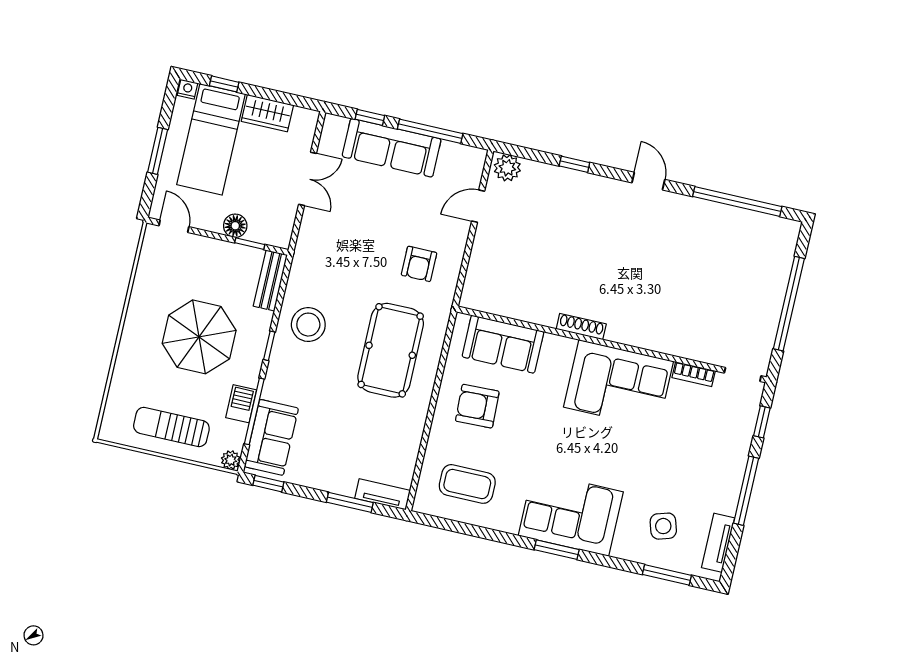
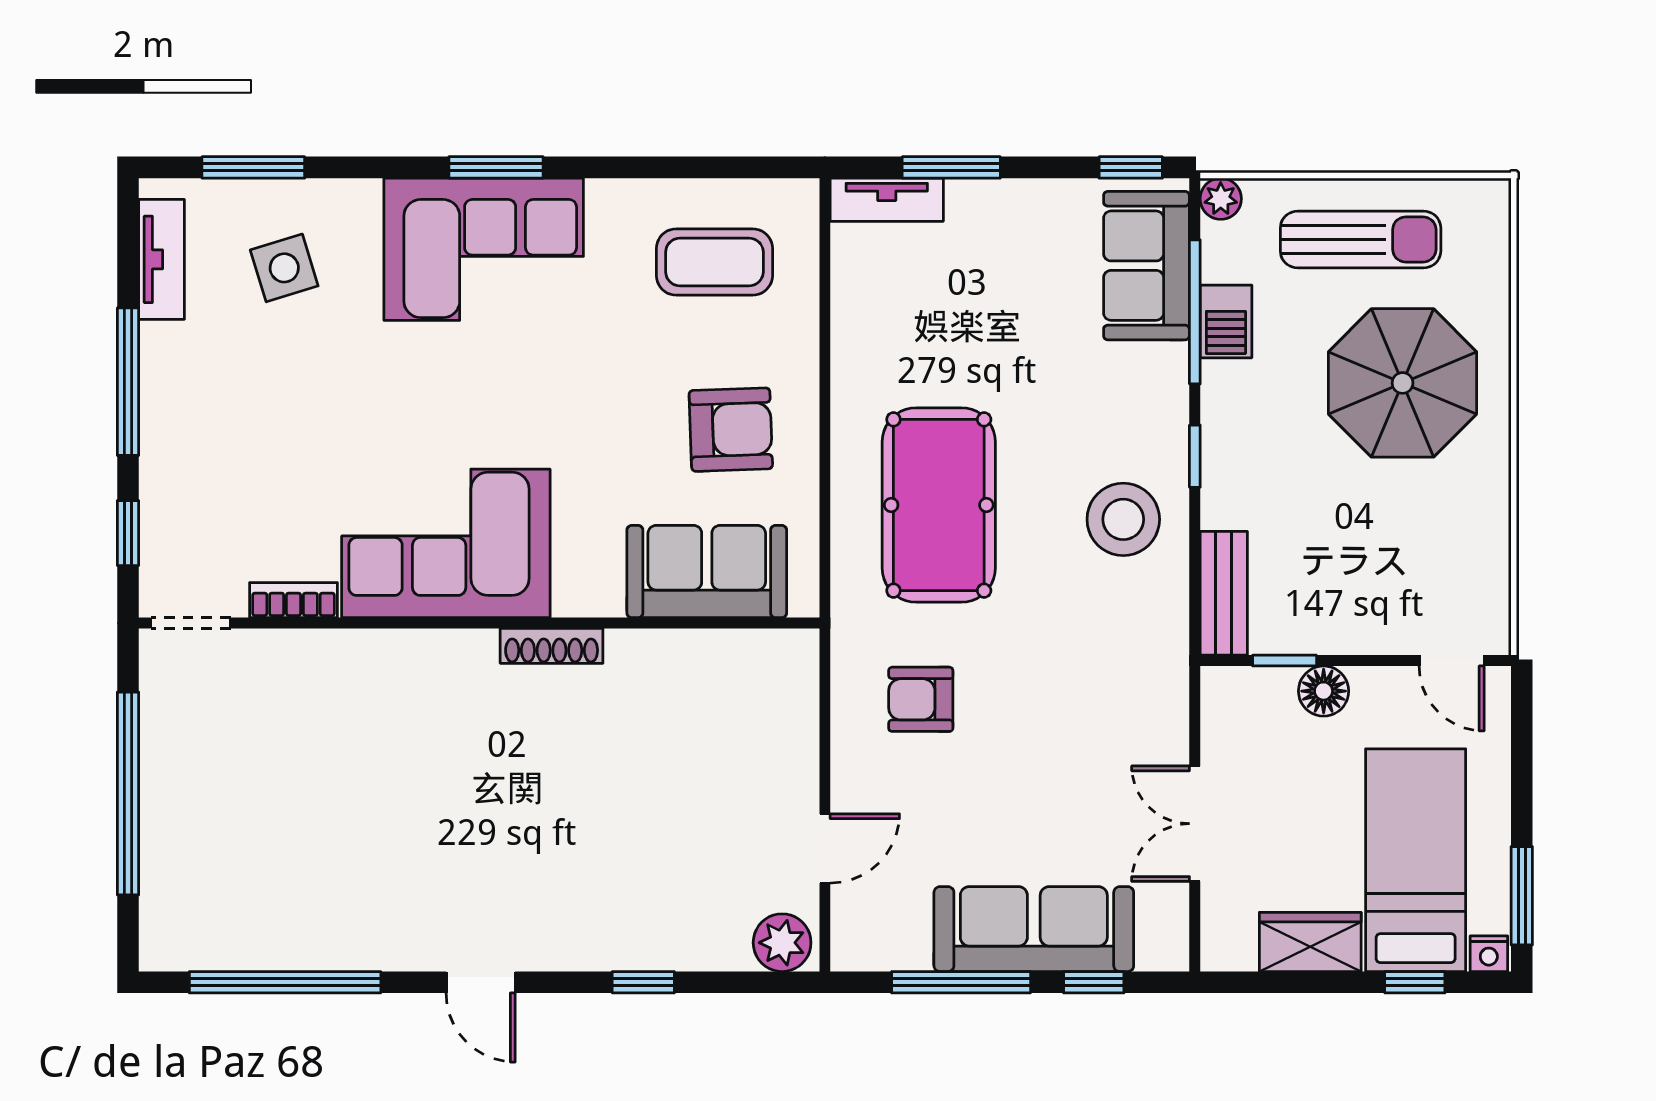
window: (158, 151) -> (1522, 896), moved
armchair: (419, 264) -> (921, 699), turned -90
parasol: (199, 337) -> (1403, 383), moved

